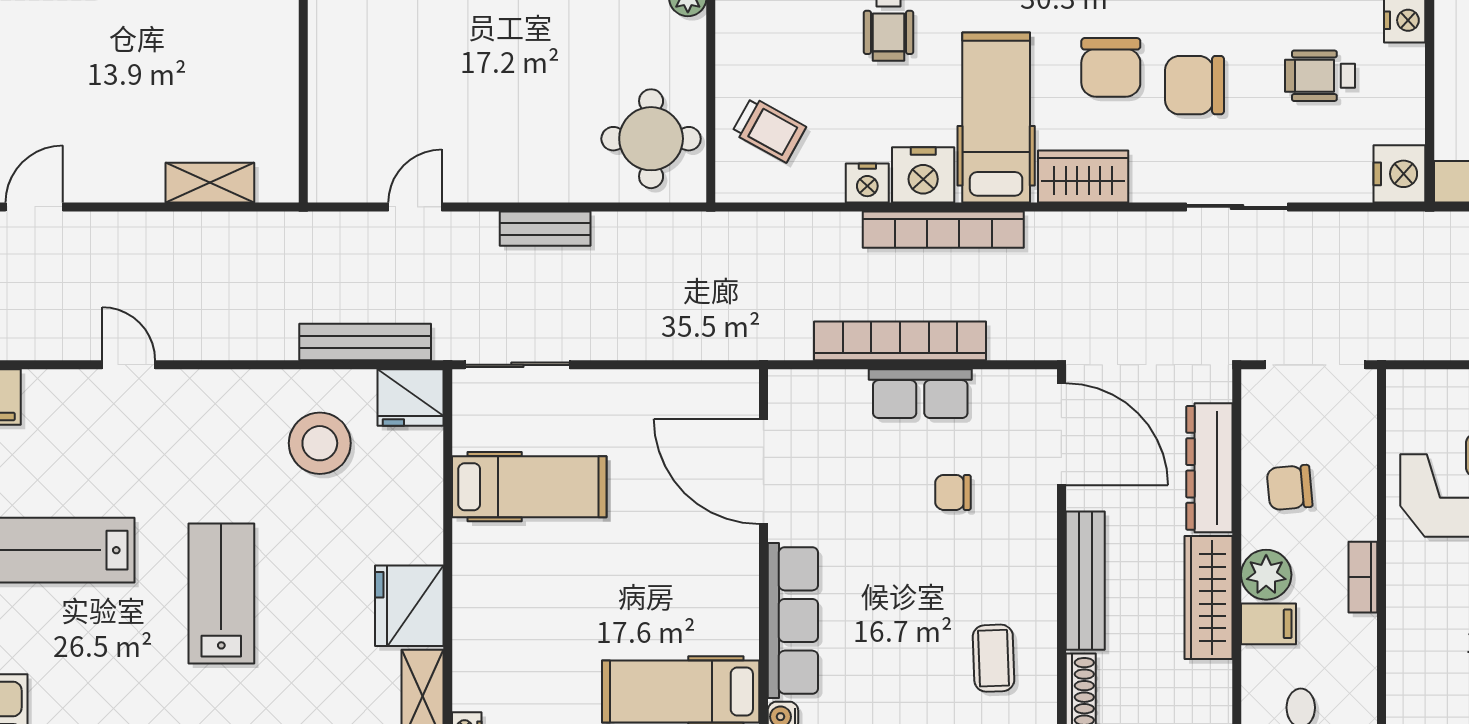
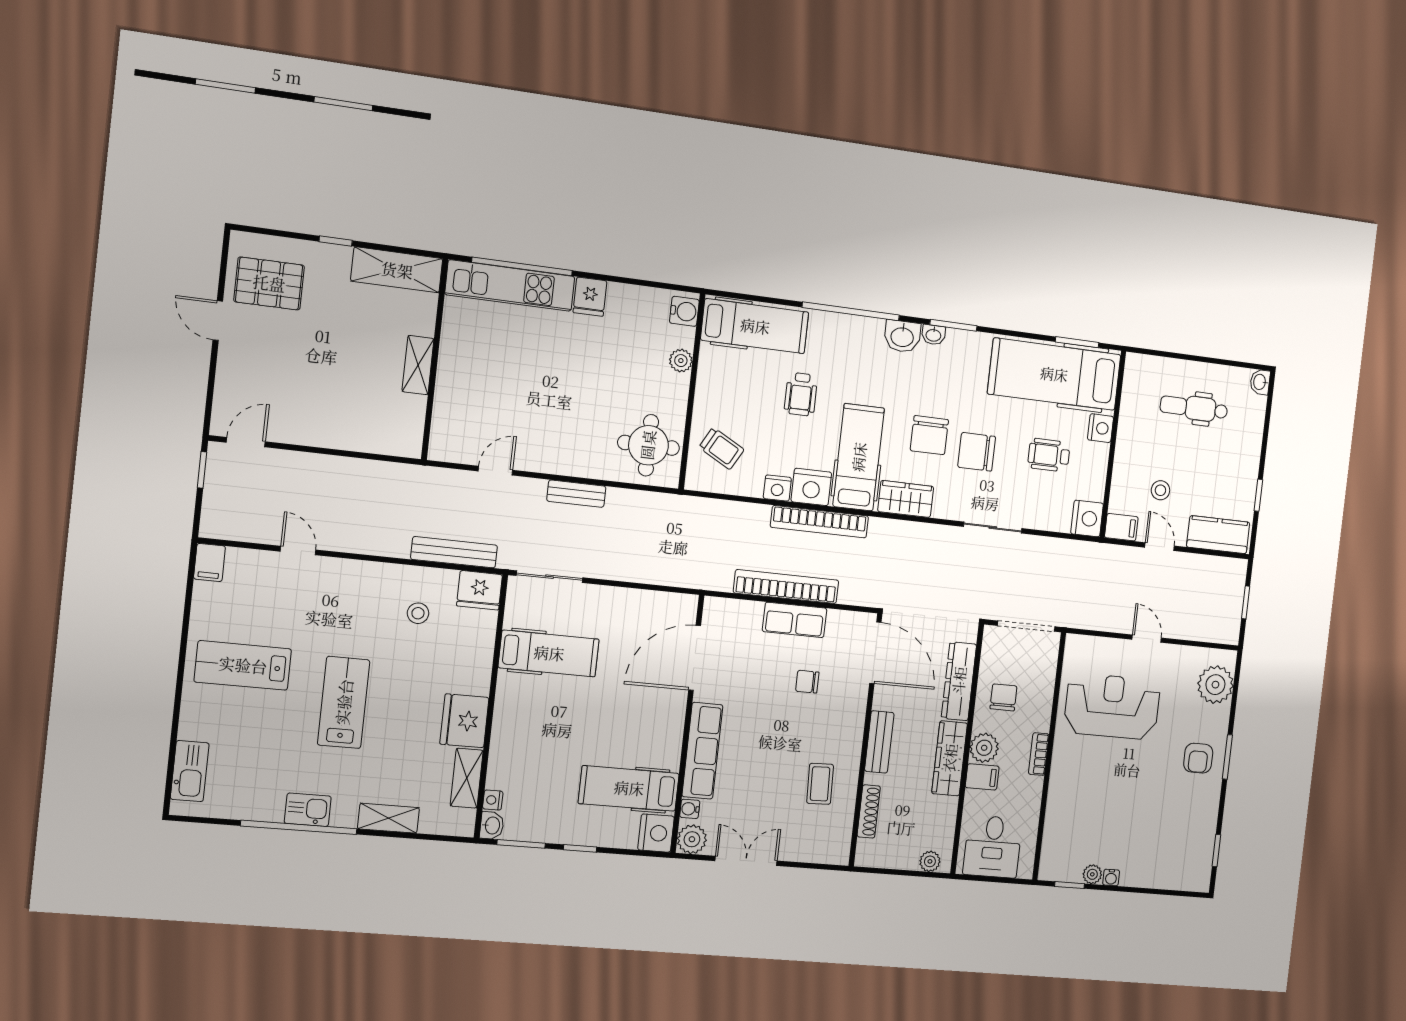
shelving: (210, 183) -> (418, 365), moved, turned 90
stool: (320, 443) -> (418, 613), width x0.53, depth x0.53
door: (763, 471) -> (695, 658), hinge flipped
chair: (1290, 488) -> (1003, 697), turned 95
bench: (1085, 581) -> (879, 742), width x0.73

